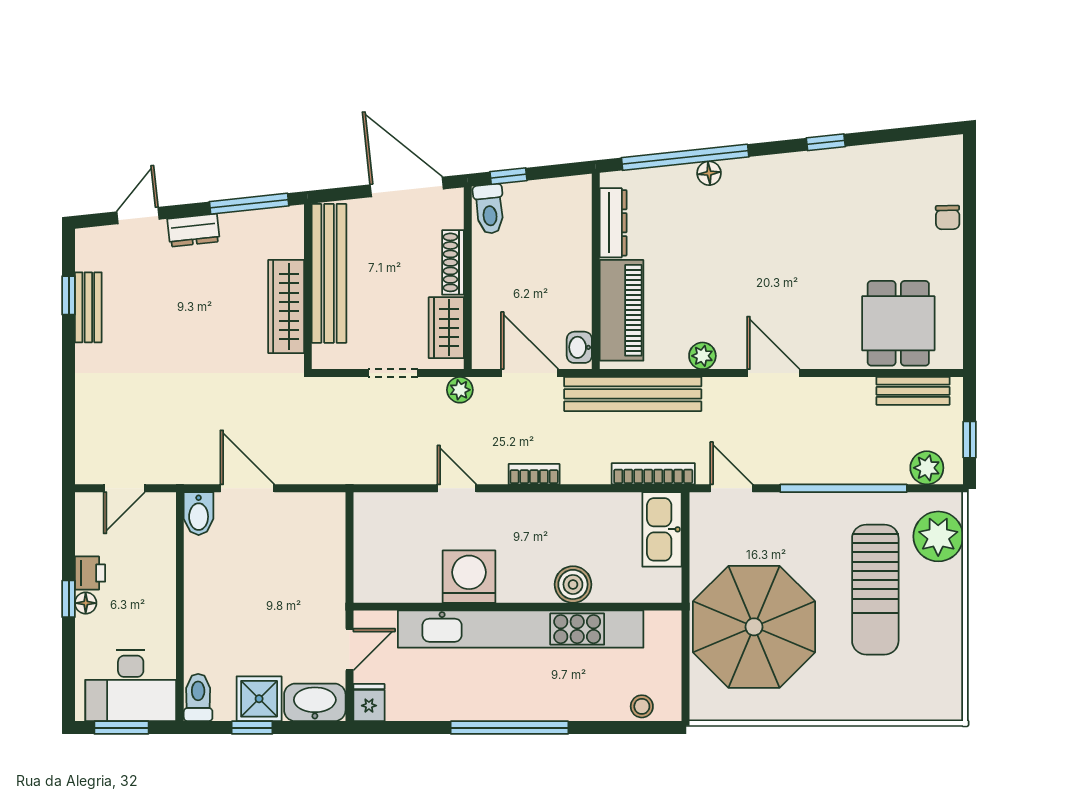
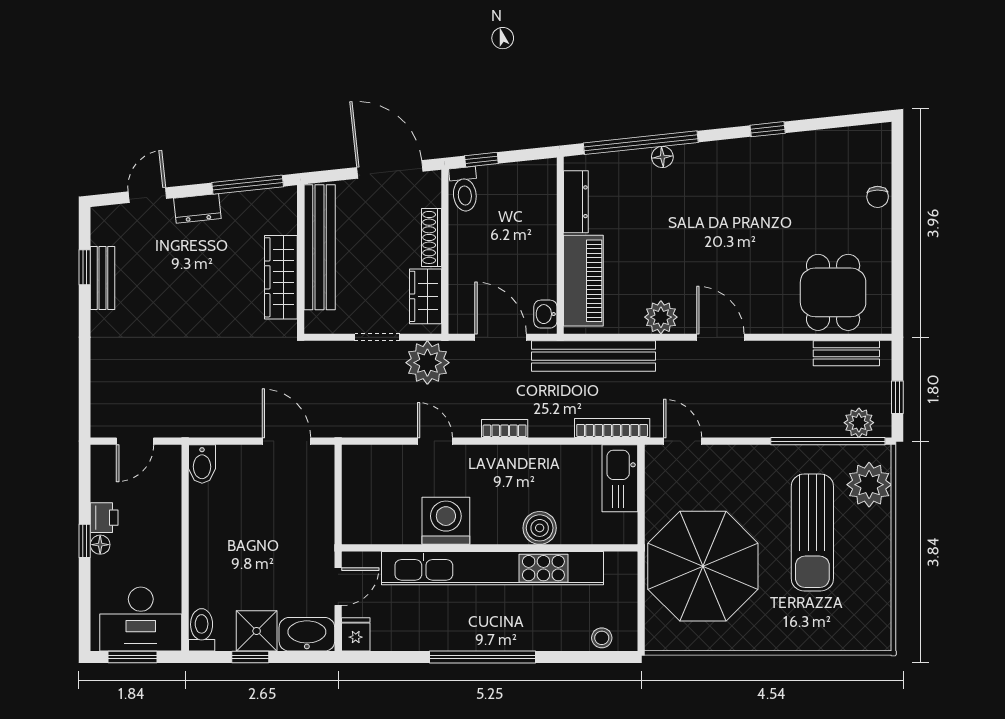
plant: (702, 356) -> (661, 317), width x1.38, depth x1.38
plant: (460, 390) -> (427, 363), width x1.88, depth x1.88
door: (247, 488) -> (286, 441), moved
window: (844, 488) -> (828, 441), moved

